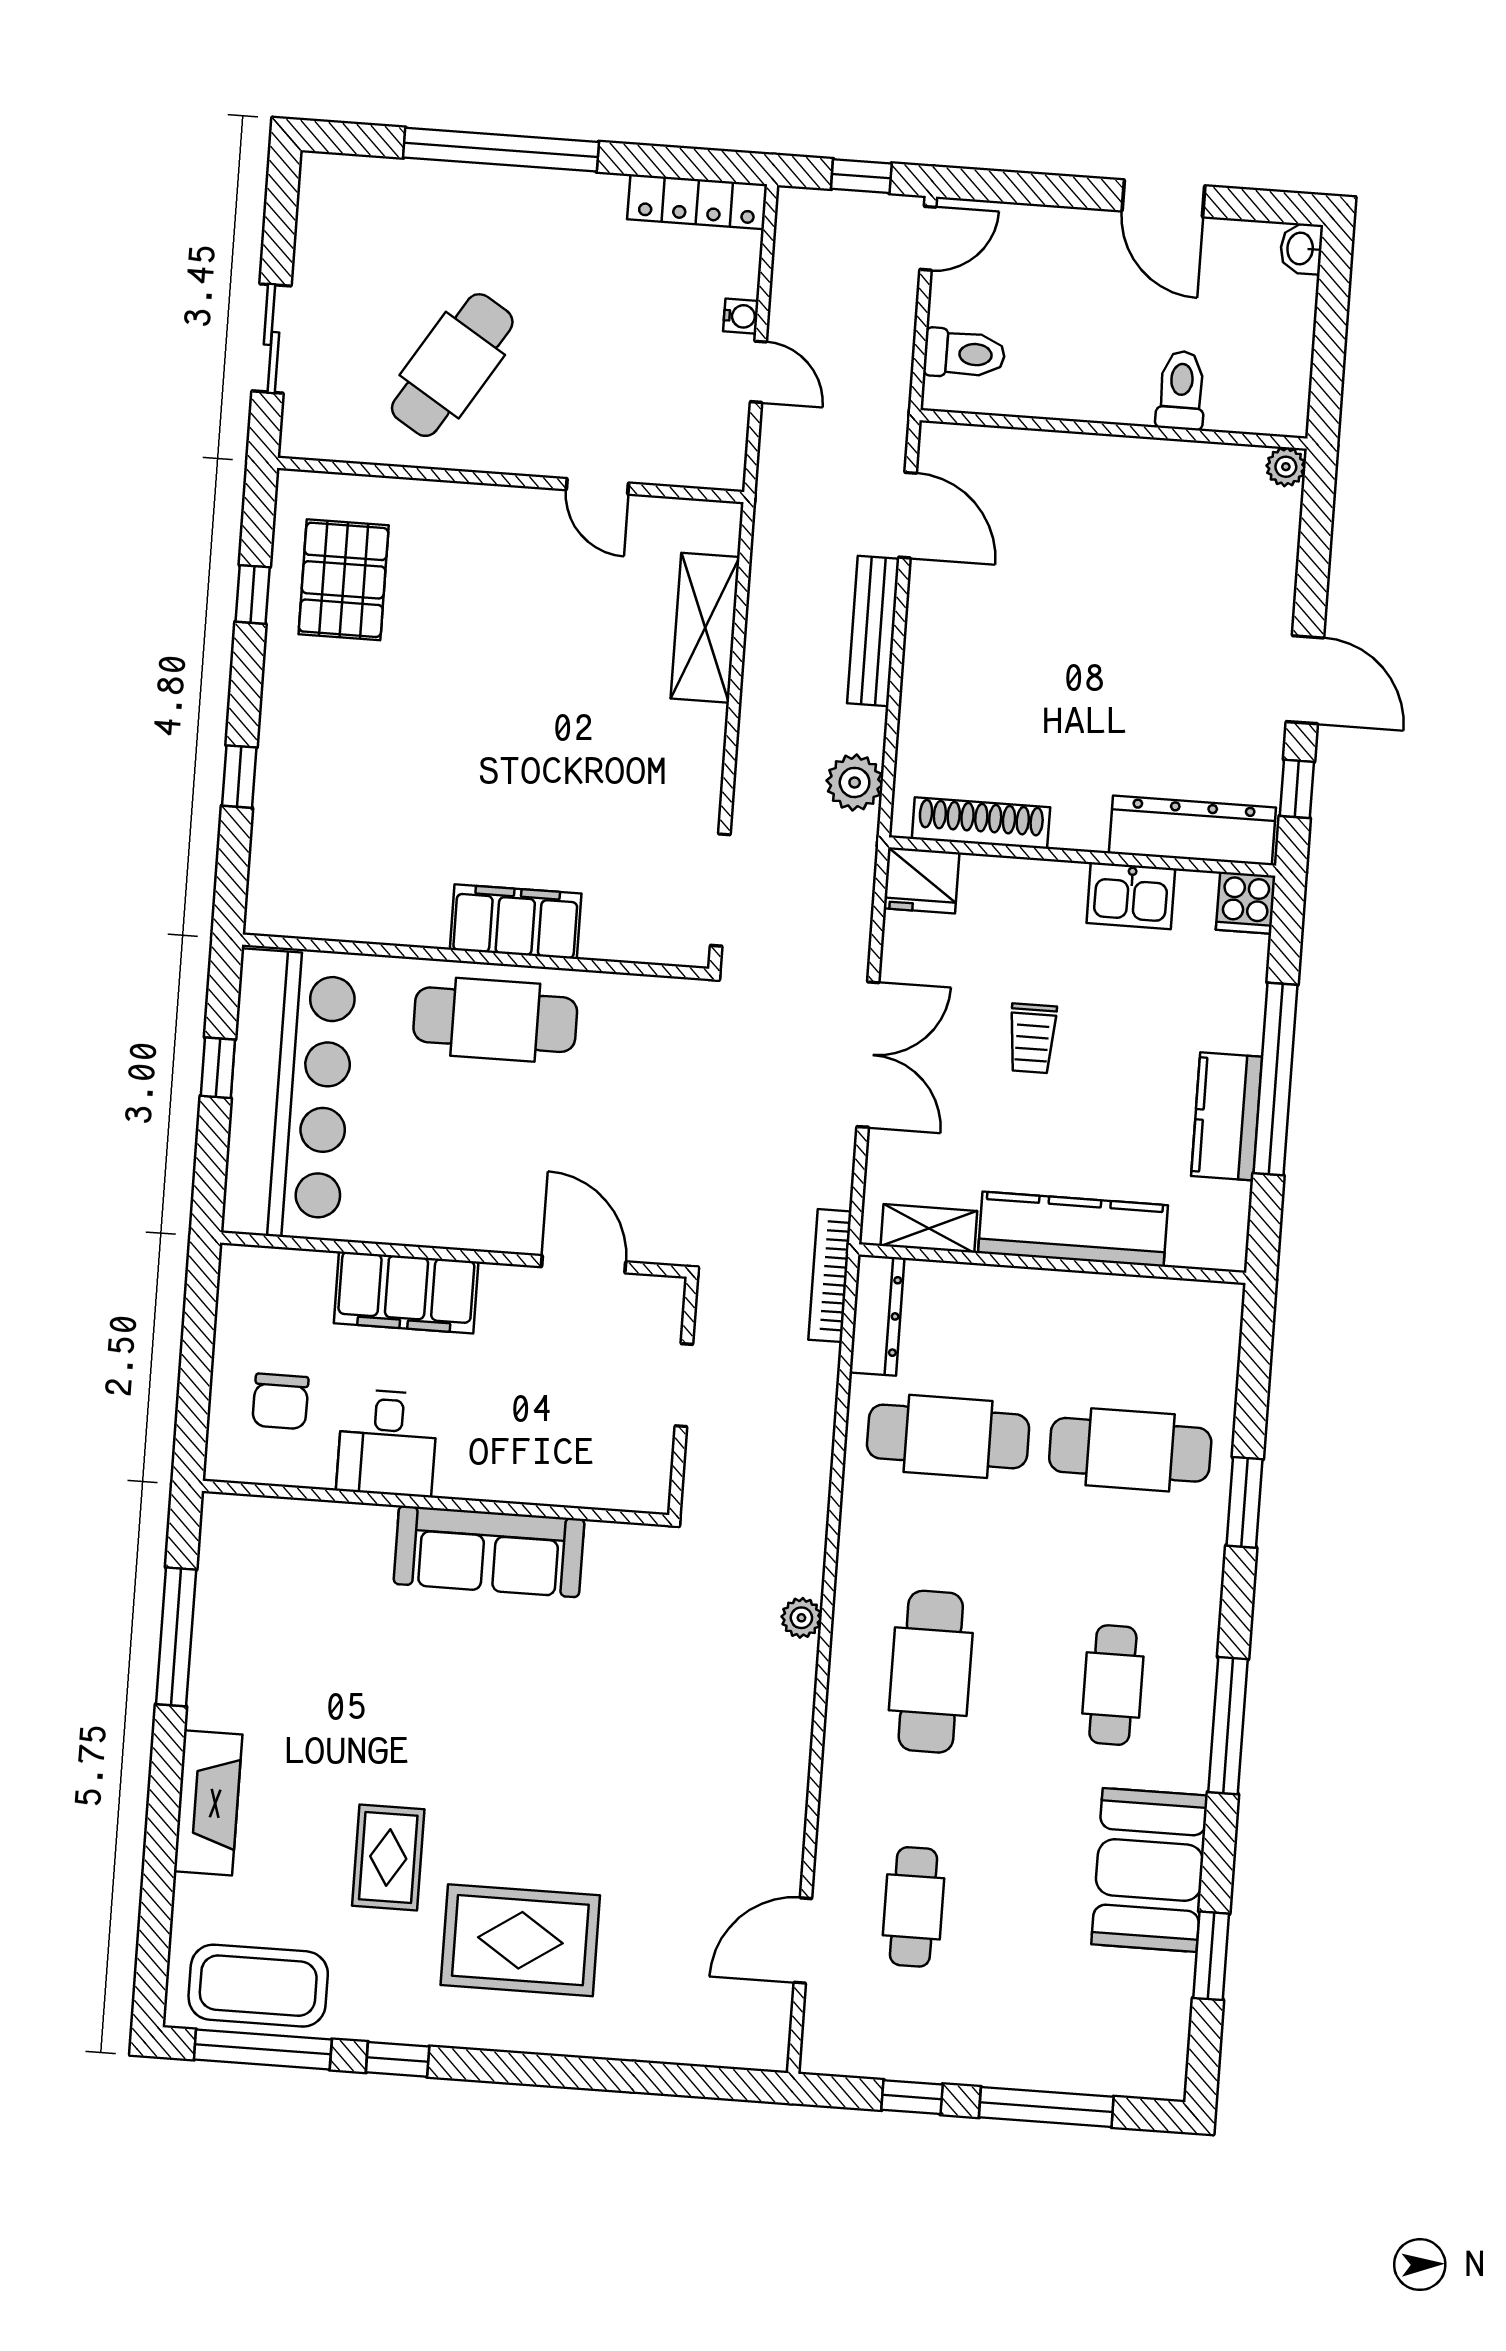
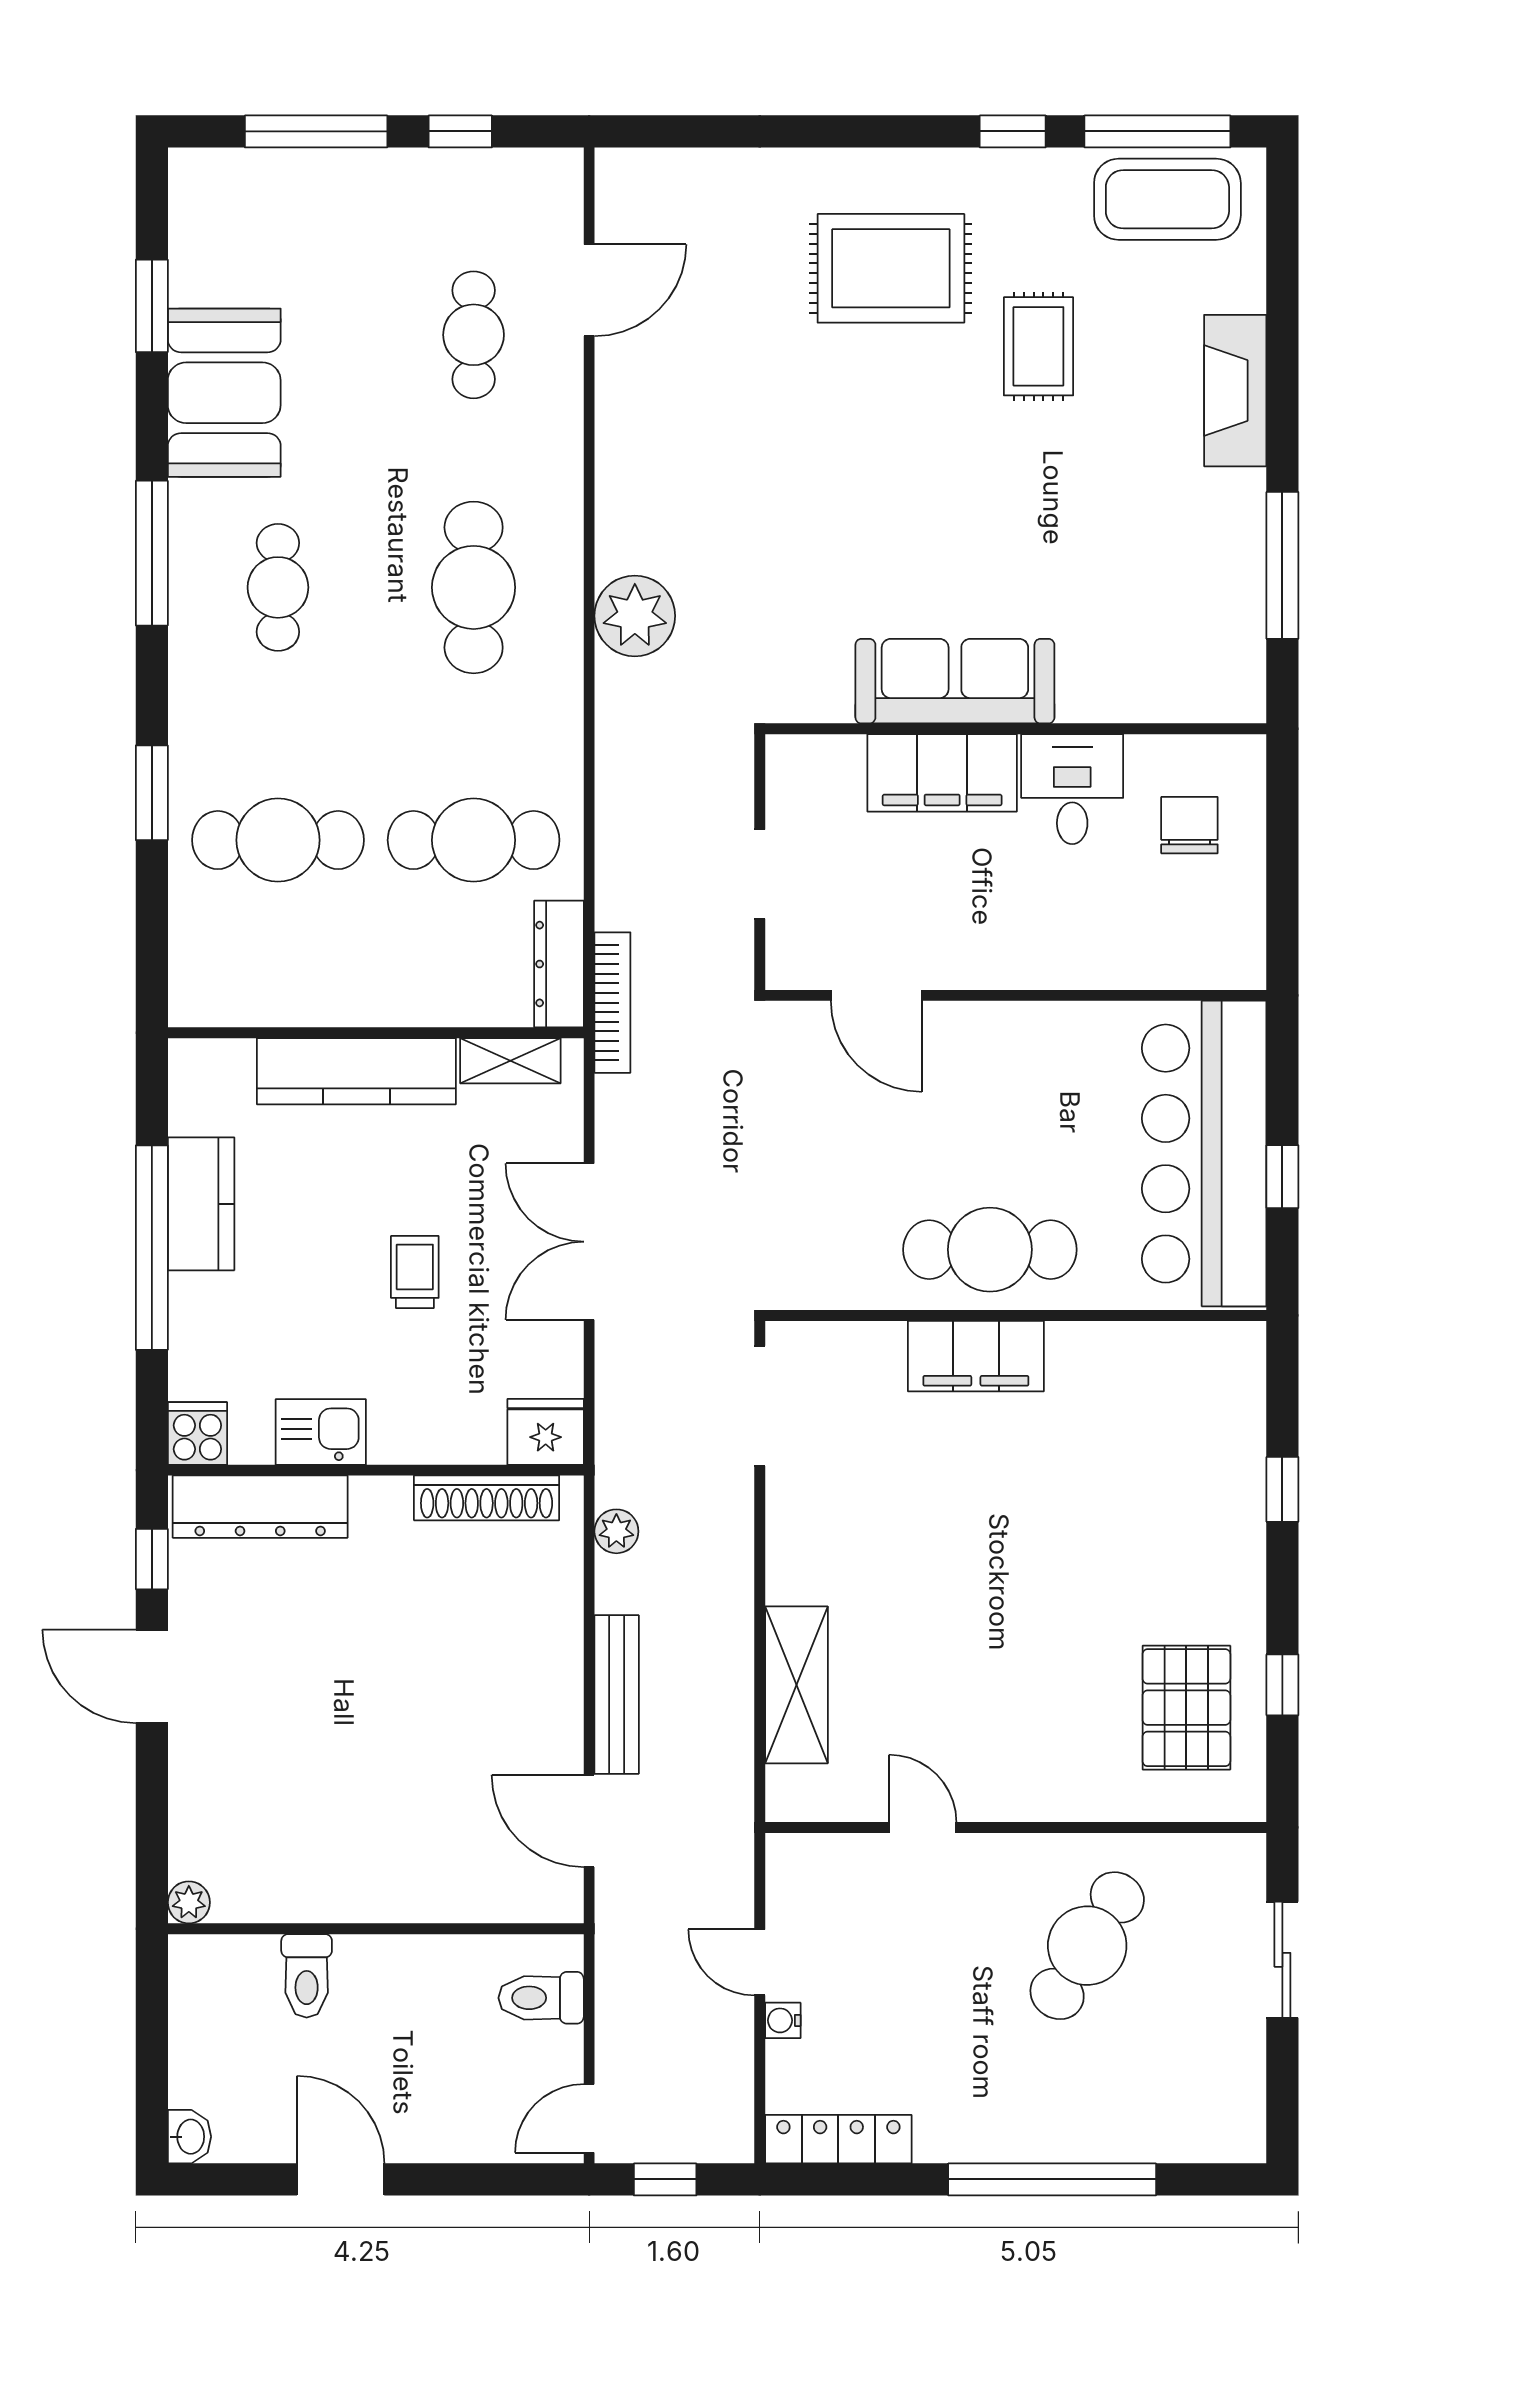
plant: (855, 782) -> (616, 1531), width x0.73, depth x0.73
filing cabinet: (406, 1292) -> (942, 773), moved, turned 180
plant: (801, 1618) -> (635, 616), width x1.87, depth x1.87

